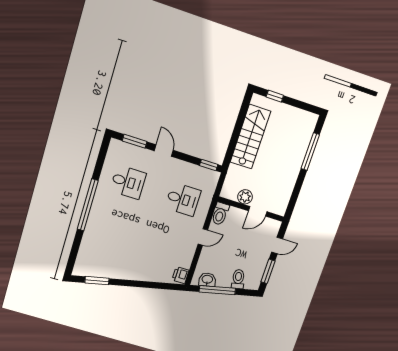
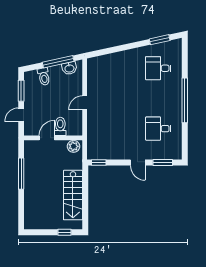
window: (310, 152) -> (21, 174), moved
plant: (245, 197) -> (73, 146), moved
desk: (183, 199) -> (158, 68), moved
toilet: (220, 214) -> (60, 126), moved
printer: (180, 275) -> (93, 65), removed

